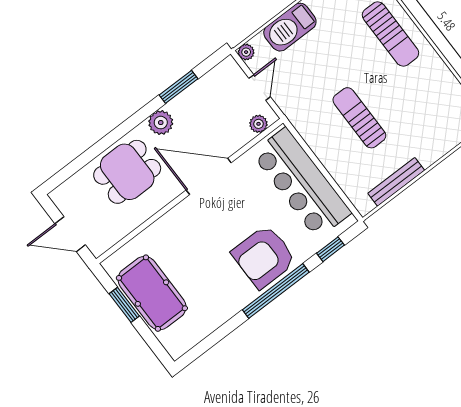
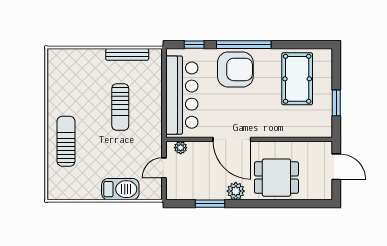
plant: (246, 52) -> (156, 194), removed
pool table: (152, 293) -> (297, 79), moved

